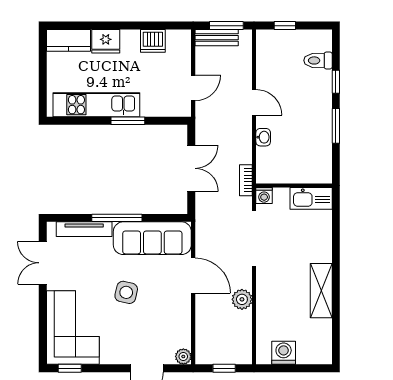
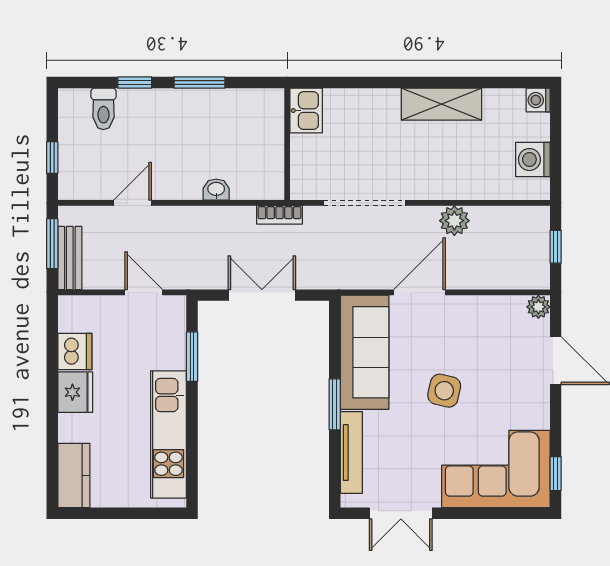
fridge: (106, 41) -> (75, 392), moved
door: (254, 102) -> (133, 203), moved
window: (128, 121) -> (192, 357), moved
washing machine: (264, 195) -> (538, 100), moved, turned 180
kitchen sink: (311, 198) -> (306, 111), width x0.73
window: (117, 218) -> (335, 404), width x0.69

